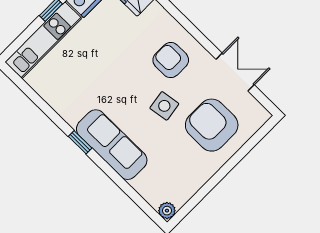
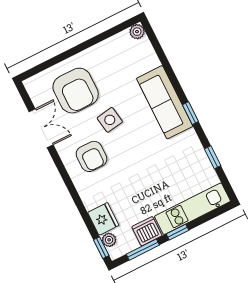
double door: (235, 72) -> (41, 128), swing flipped
window: (40, 103) -> (213, 157), added

